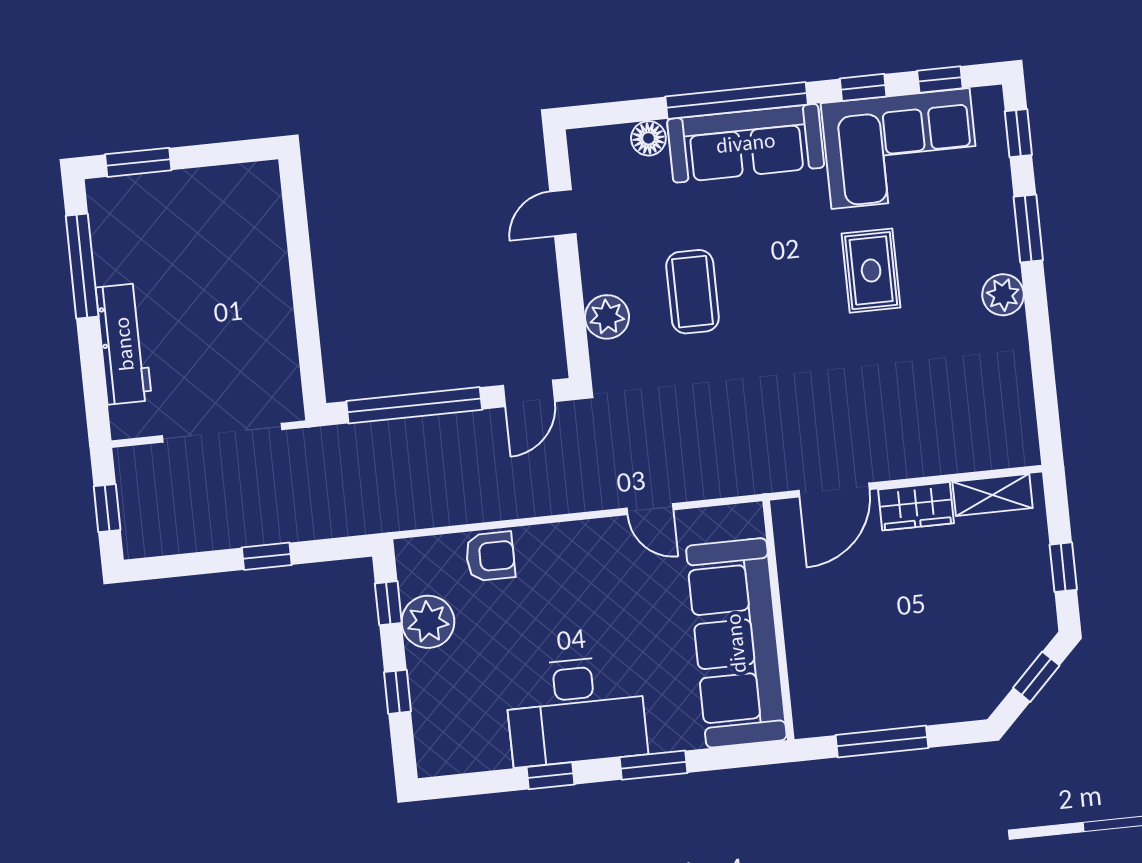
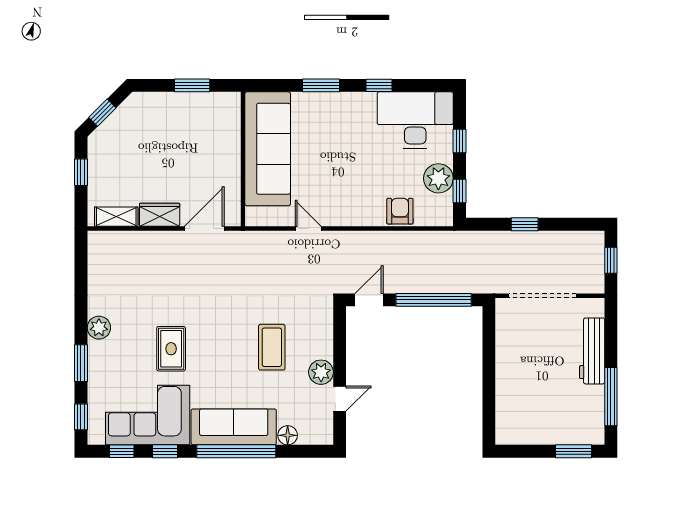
plant: (607, 317) -> (321, 372), moved
armchair: (490, 556) -> (400, 211), turned 90
desk: (576, 711) -> (415, 120), moved
window: (882, 742) -> (192, 85), width x0.69

